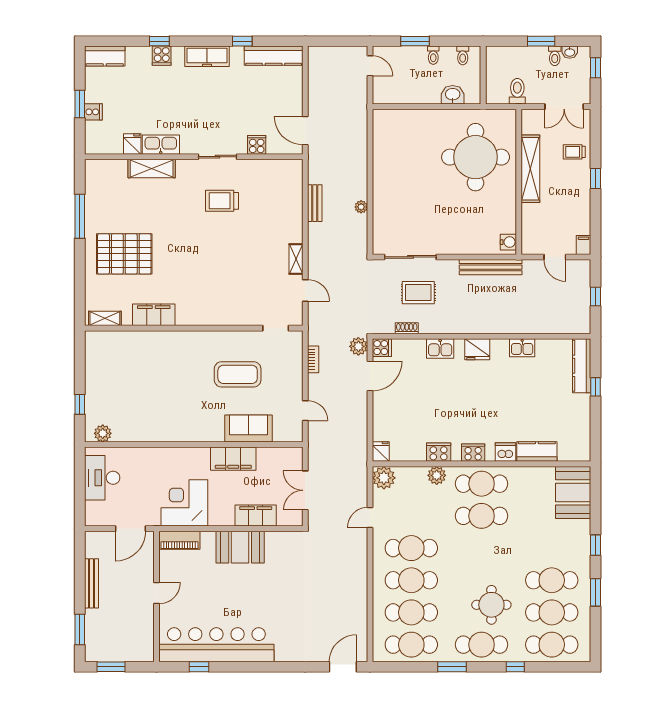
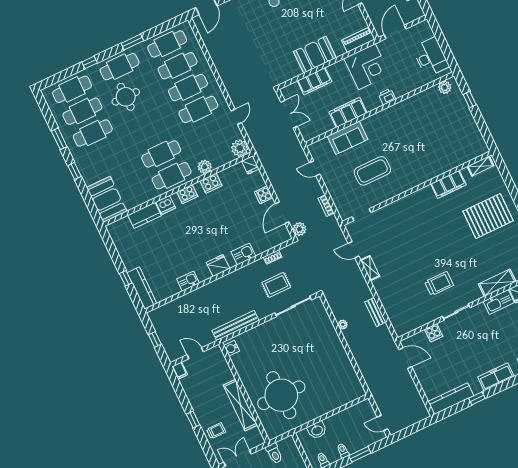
cooker: (382, 348) -> (264, 195), moved
printer: (177, 455) -> (387, 97), added

